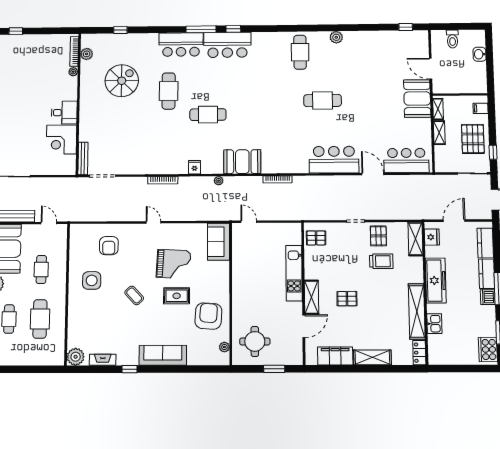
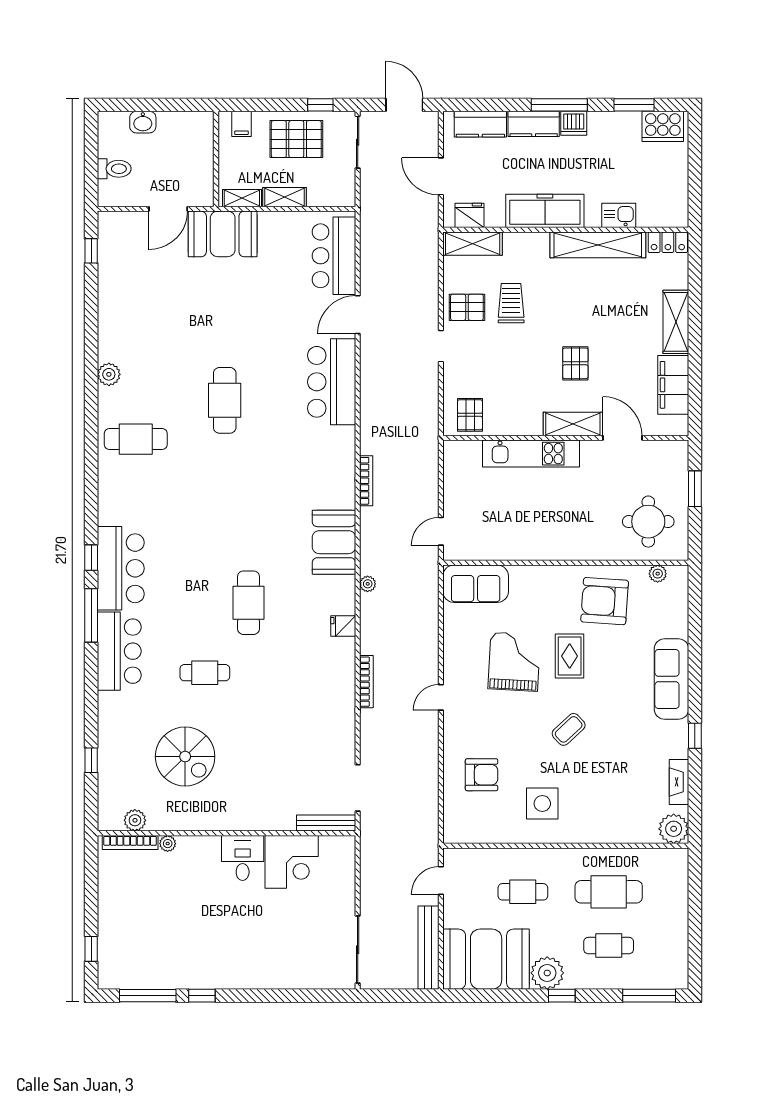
spiral stairs: (122, 81) -> (185, 757), turned 180
cafe table: (169, 91) -> (205, 673), width x0.73, depth x0.74

